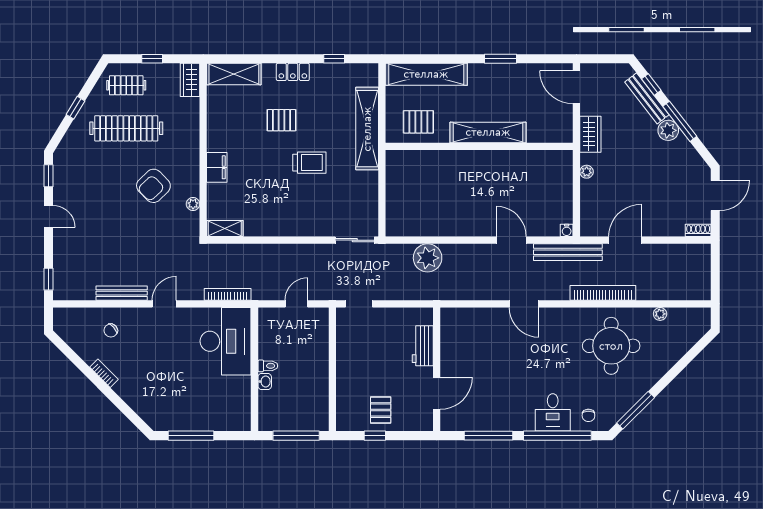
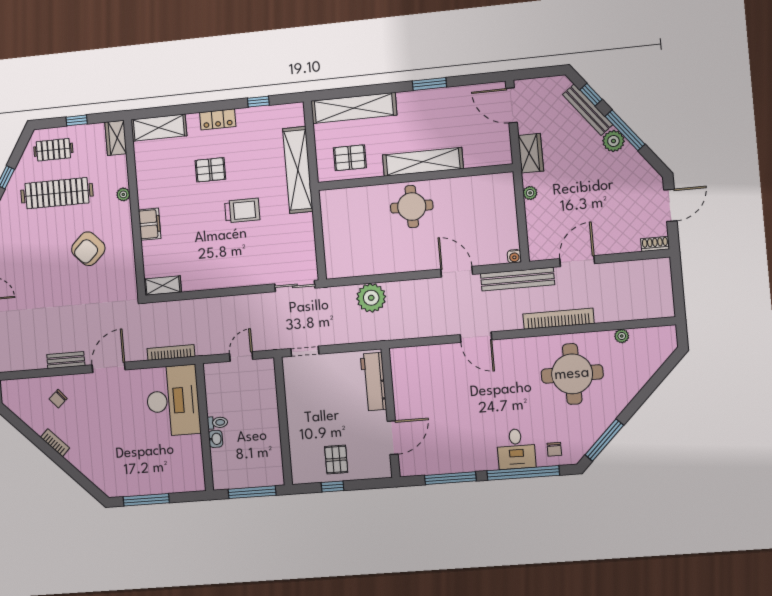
round table: (474, 174) -> (412, 207), added
plant: (193, 204) -> (123, 194), moved
bench: (122, 293) -> (66, 360), width x0.73
door: (164, 304) -> (109, 367), width x1.37
workbench: (423, 346) -> (373, 382), width x1.38

